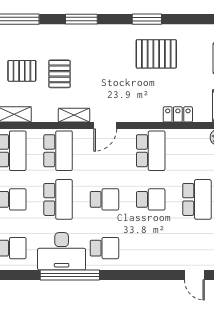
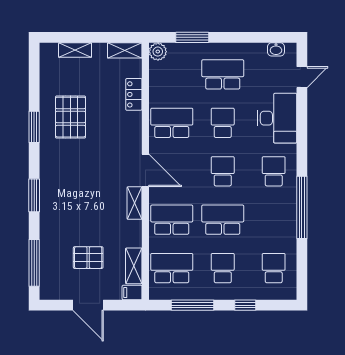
pallet: (22, 71) -> (88, 258), turned 90
pallet: (59, 74) -> (91, 218), removed
door: (105, 125) -> (145, 170), width x1.38
desk: (62, 251) -> (277, 118), moved

